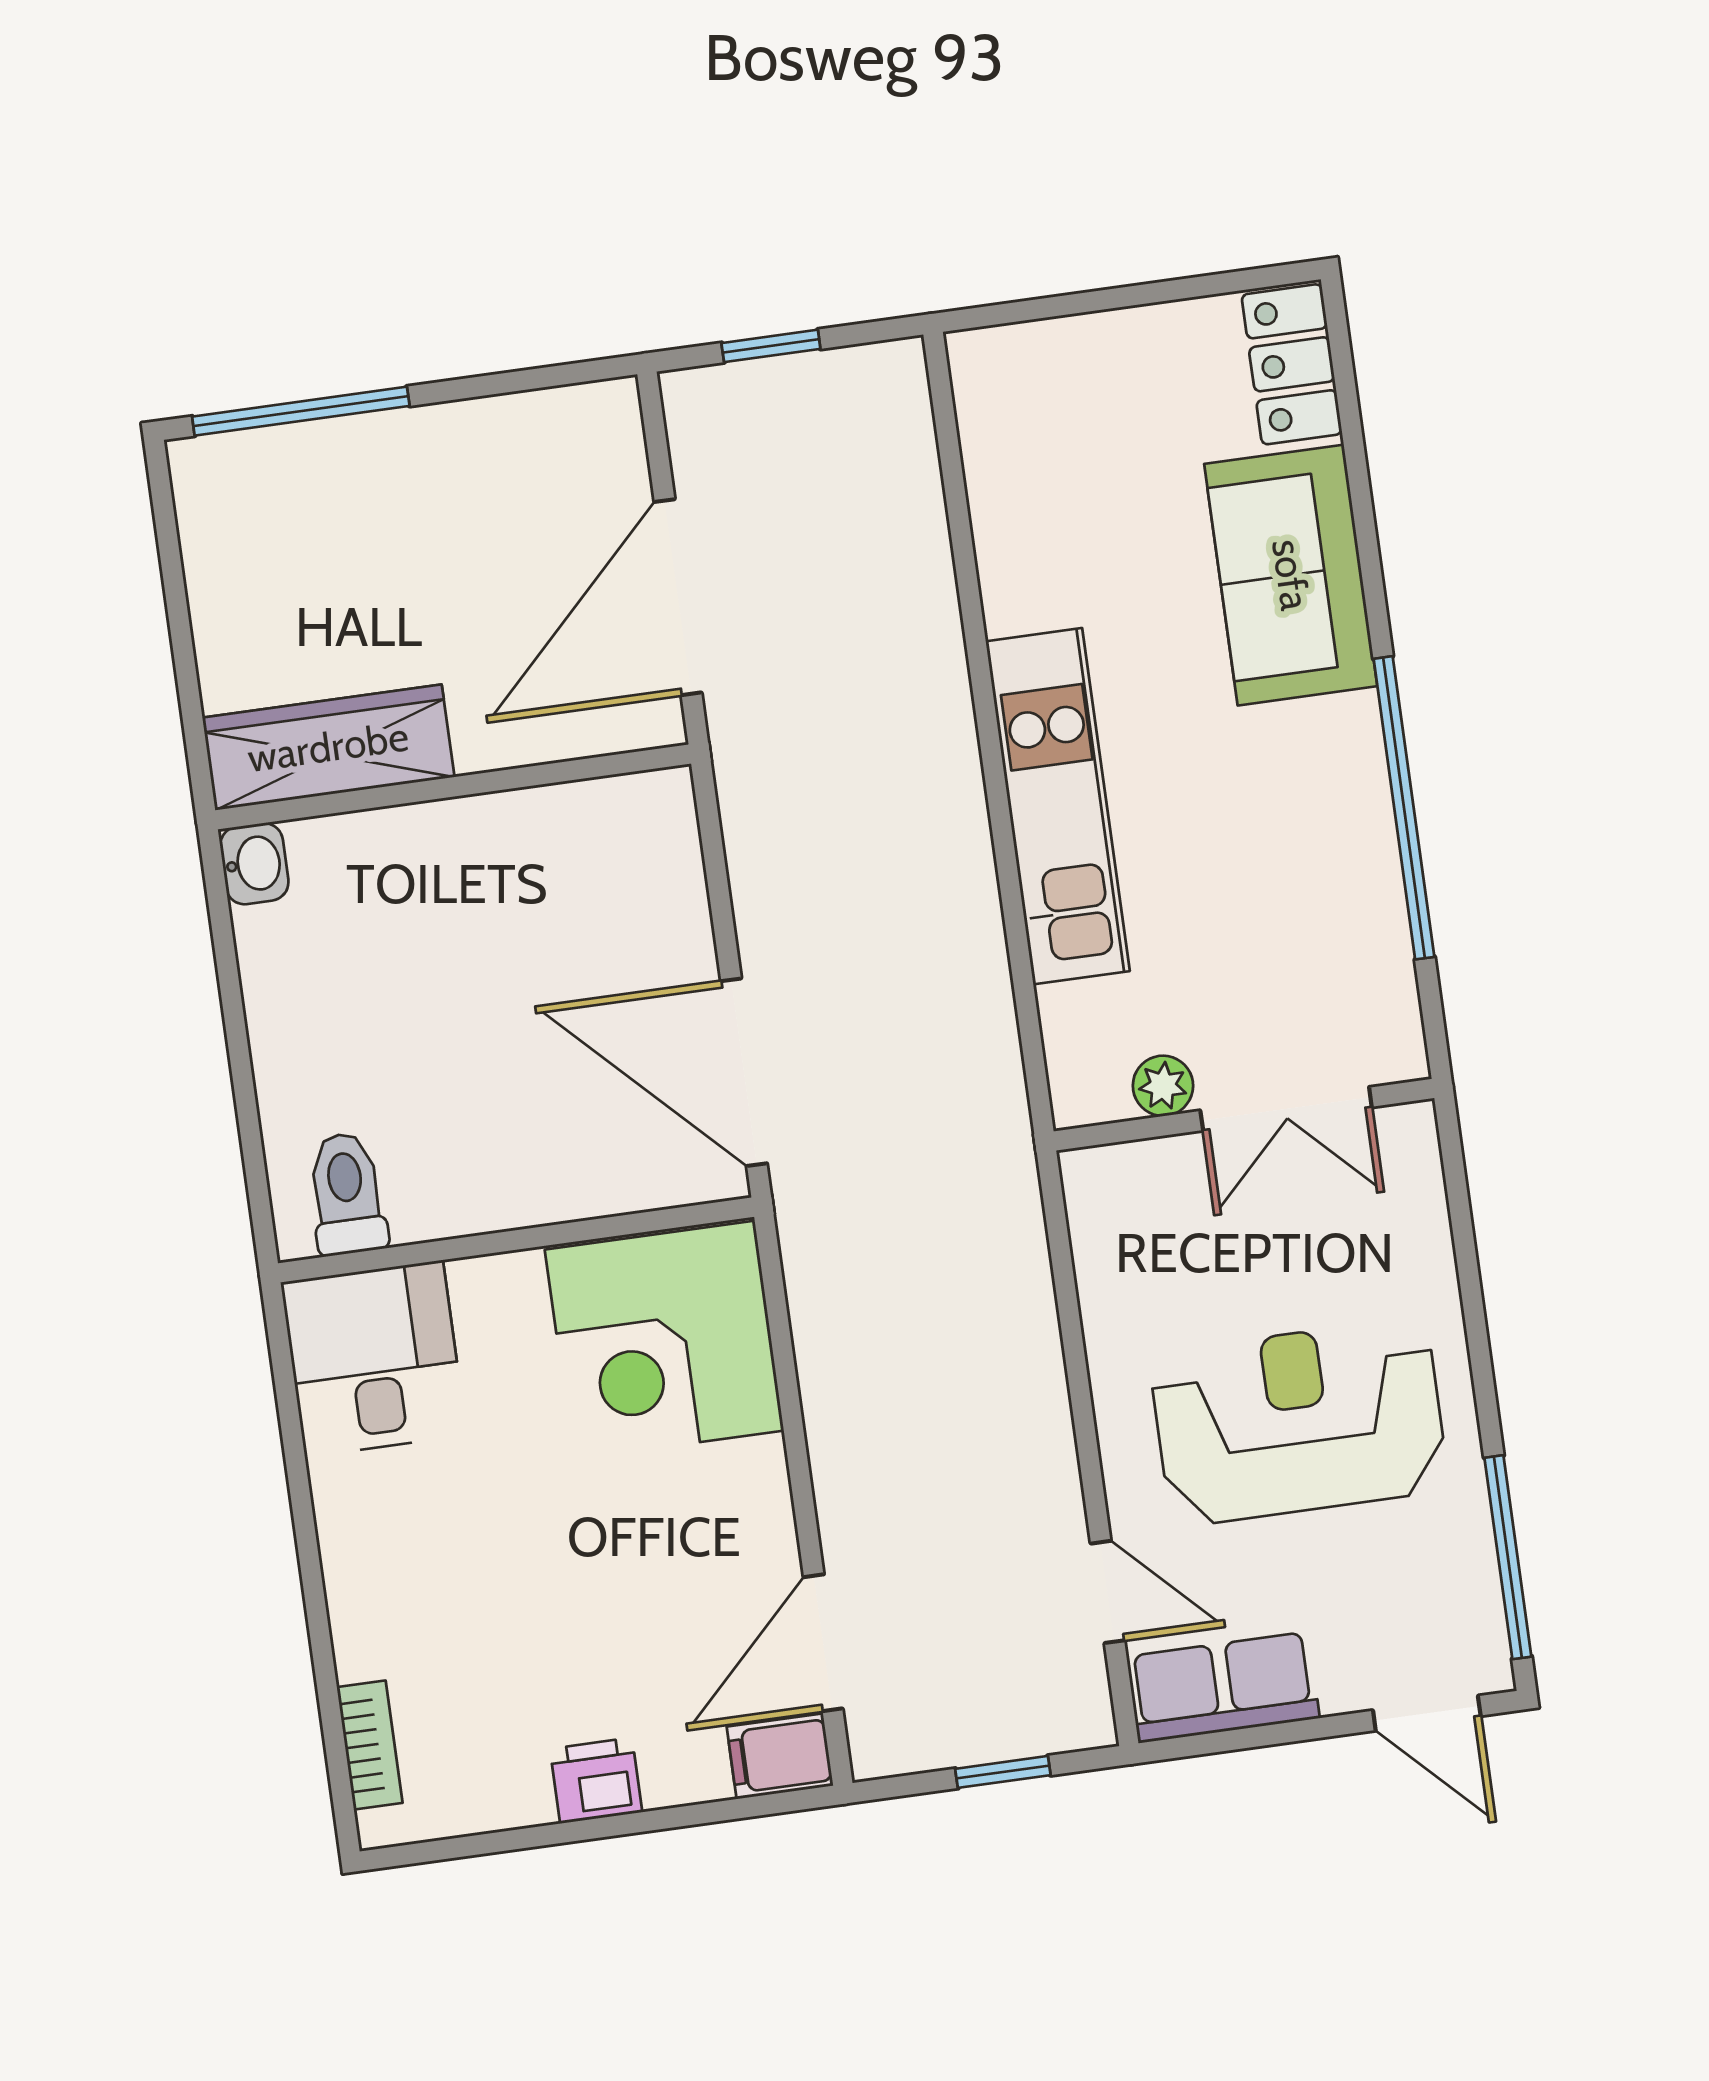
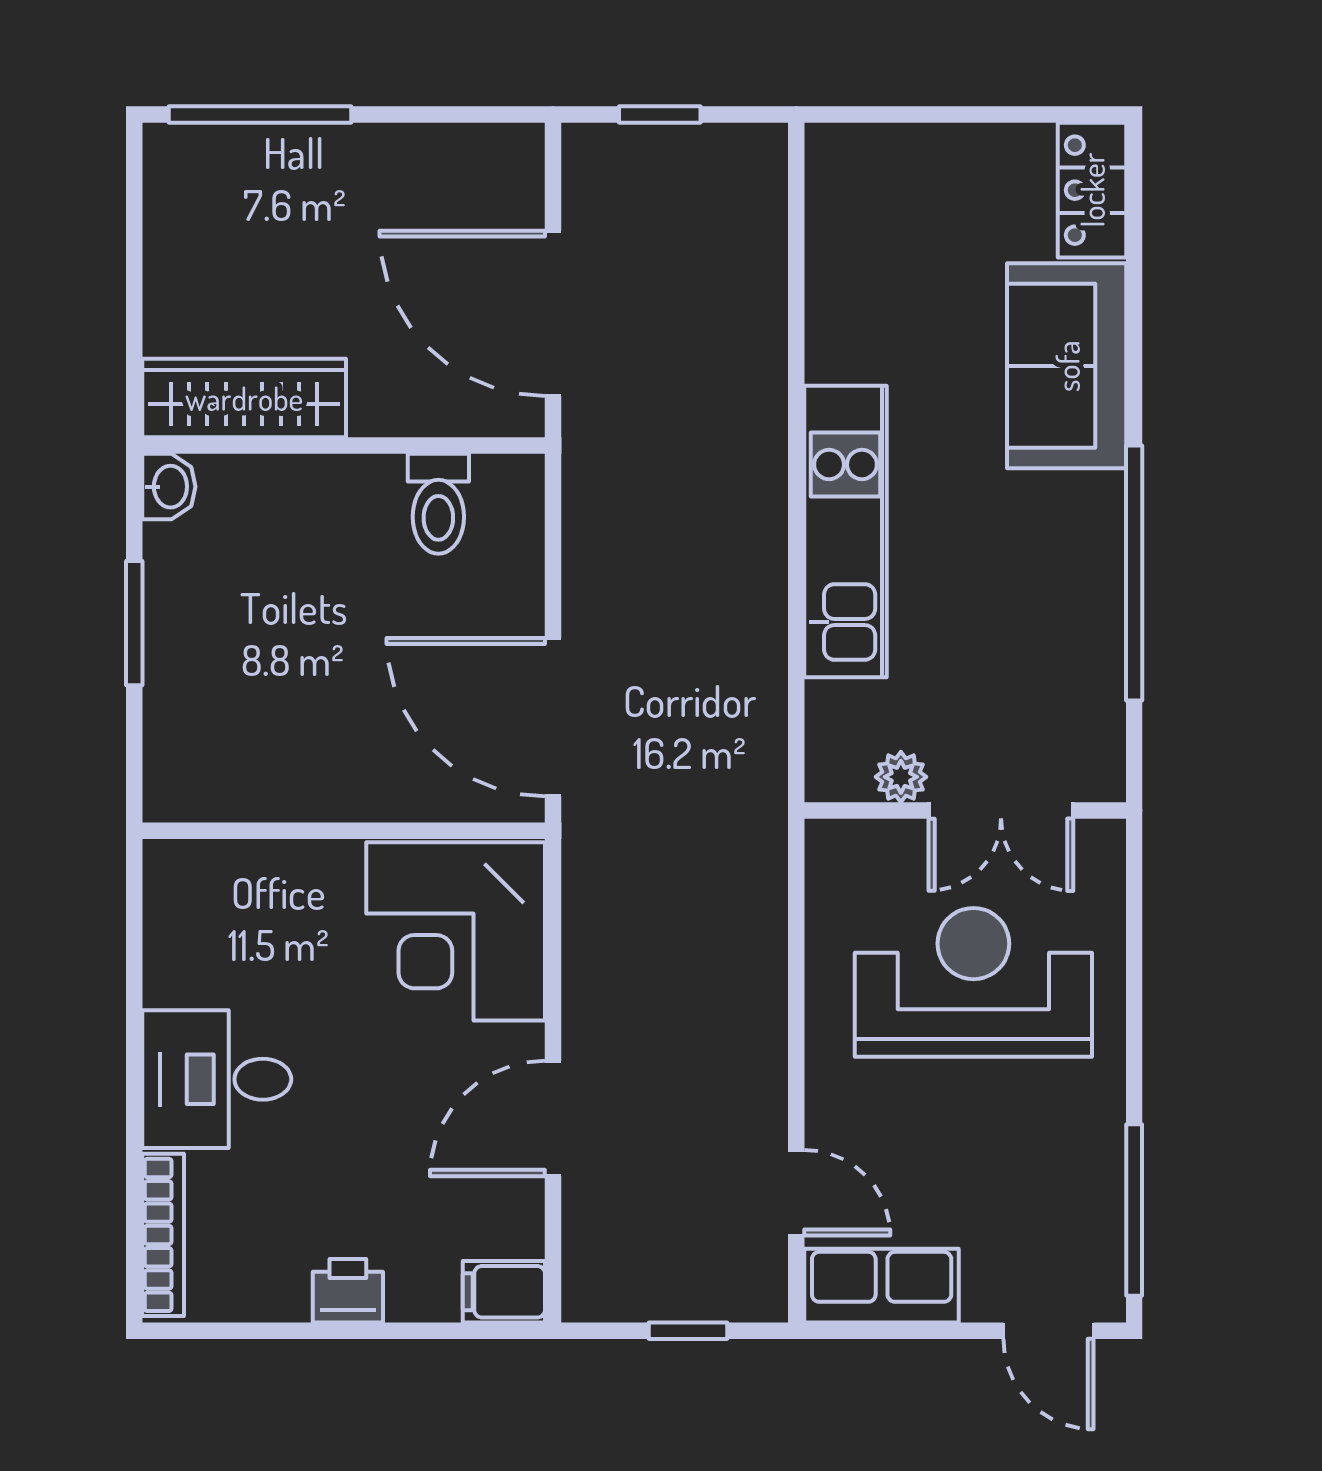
door: (678, 597) -> (553, 313), hinge flipped
window: (236, 1030) -> (134, 623), added
toilet: (347, 1194) -> (438, 504), moved, turned 180
desk: (374, 1359) -> (217, 1079), moved, turned -90
reception desk: (1299, 1422) -> (973, 982), moved
door: (823, 1643) -> (553, 1118), moved
bookcase: (370, 1745) -> (163, 1235), width x1.56

